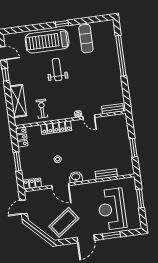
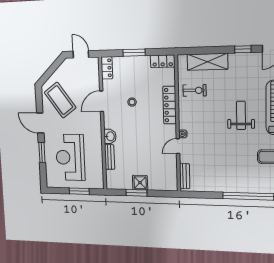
weight bench: (57, 70) -> (241, 115), turned -90
shower: (124, 146) -> (140, 183), added
washbasin: (76, 177) -> (110, 136), moved
reception desk: (112, 209) -> (70, 157), turned -90

